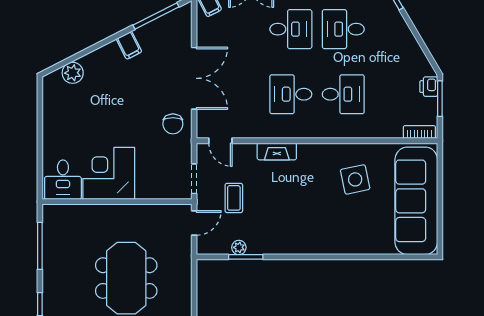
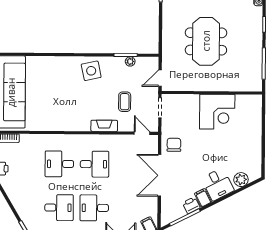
printer: (146, 34) -> (191, 205), added
side table: (355, 179) -> (91, 71), moved
desk: (63, 180) -> (218, 184), moved, turned 153
coffee table: (234, 198) -> (125, 102), moved

